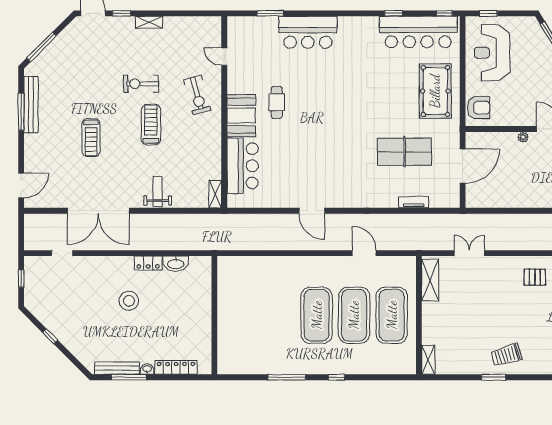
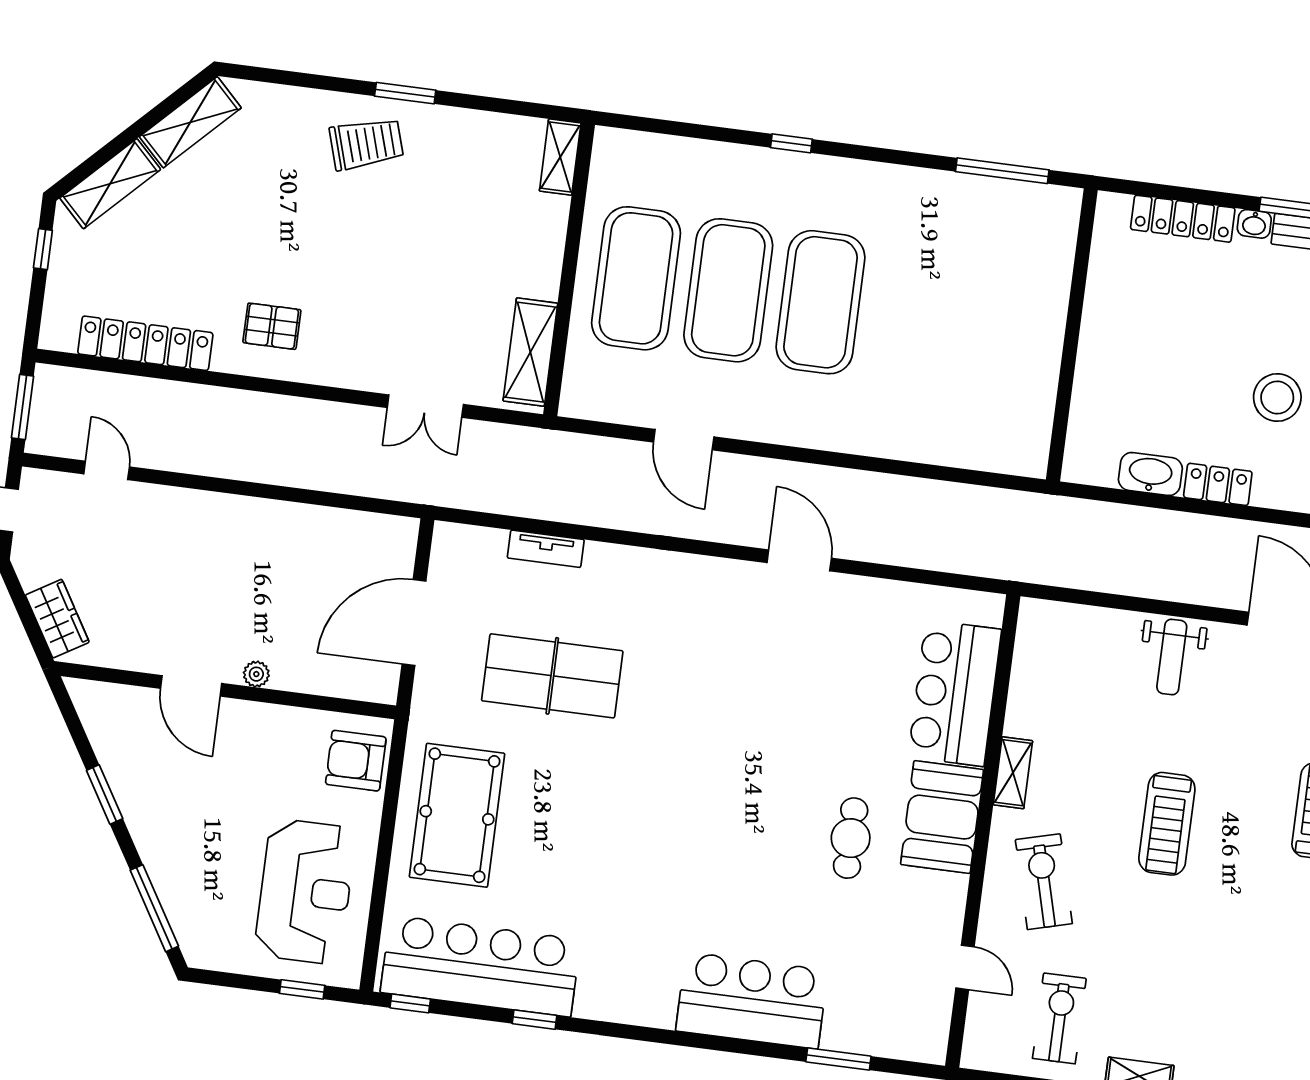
exercise bike: (141, 84) -> (1059, 1018), moved, turned -90
shelving: (215, 194) -> (1013, 773), moved
window: (287, 377) -> (1002, 171), moved

